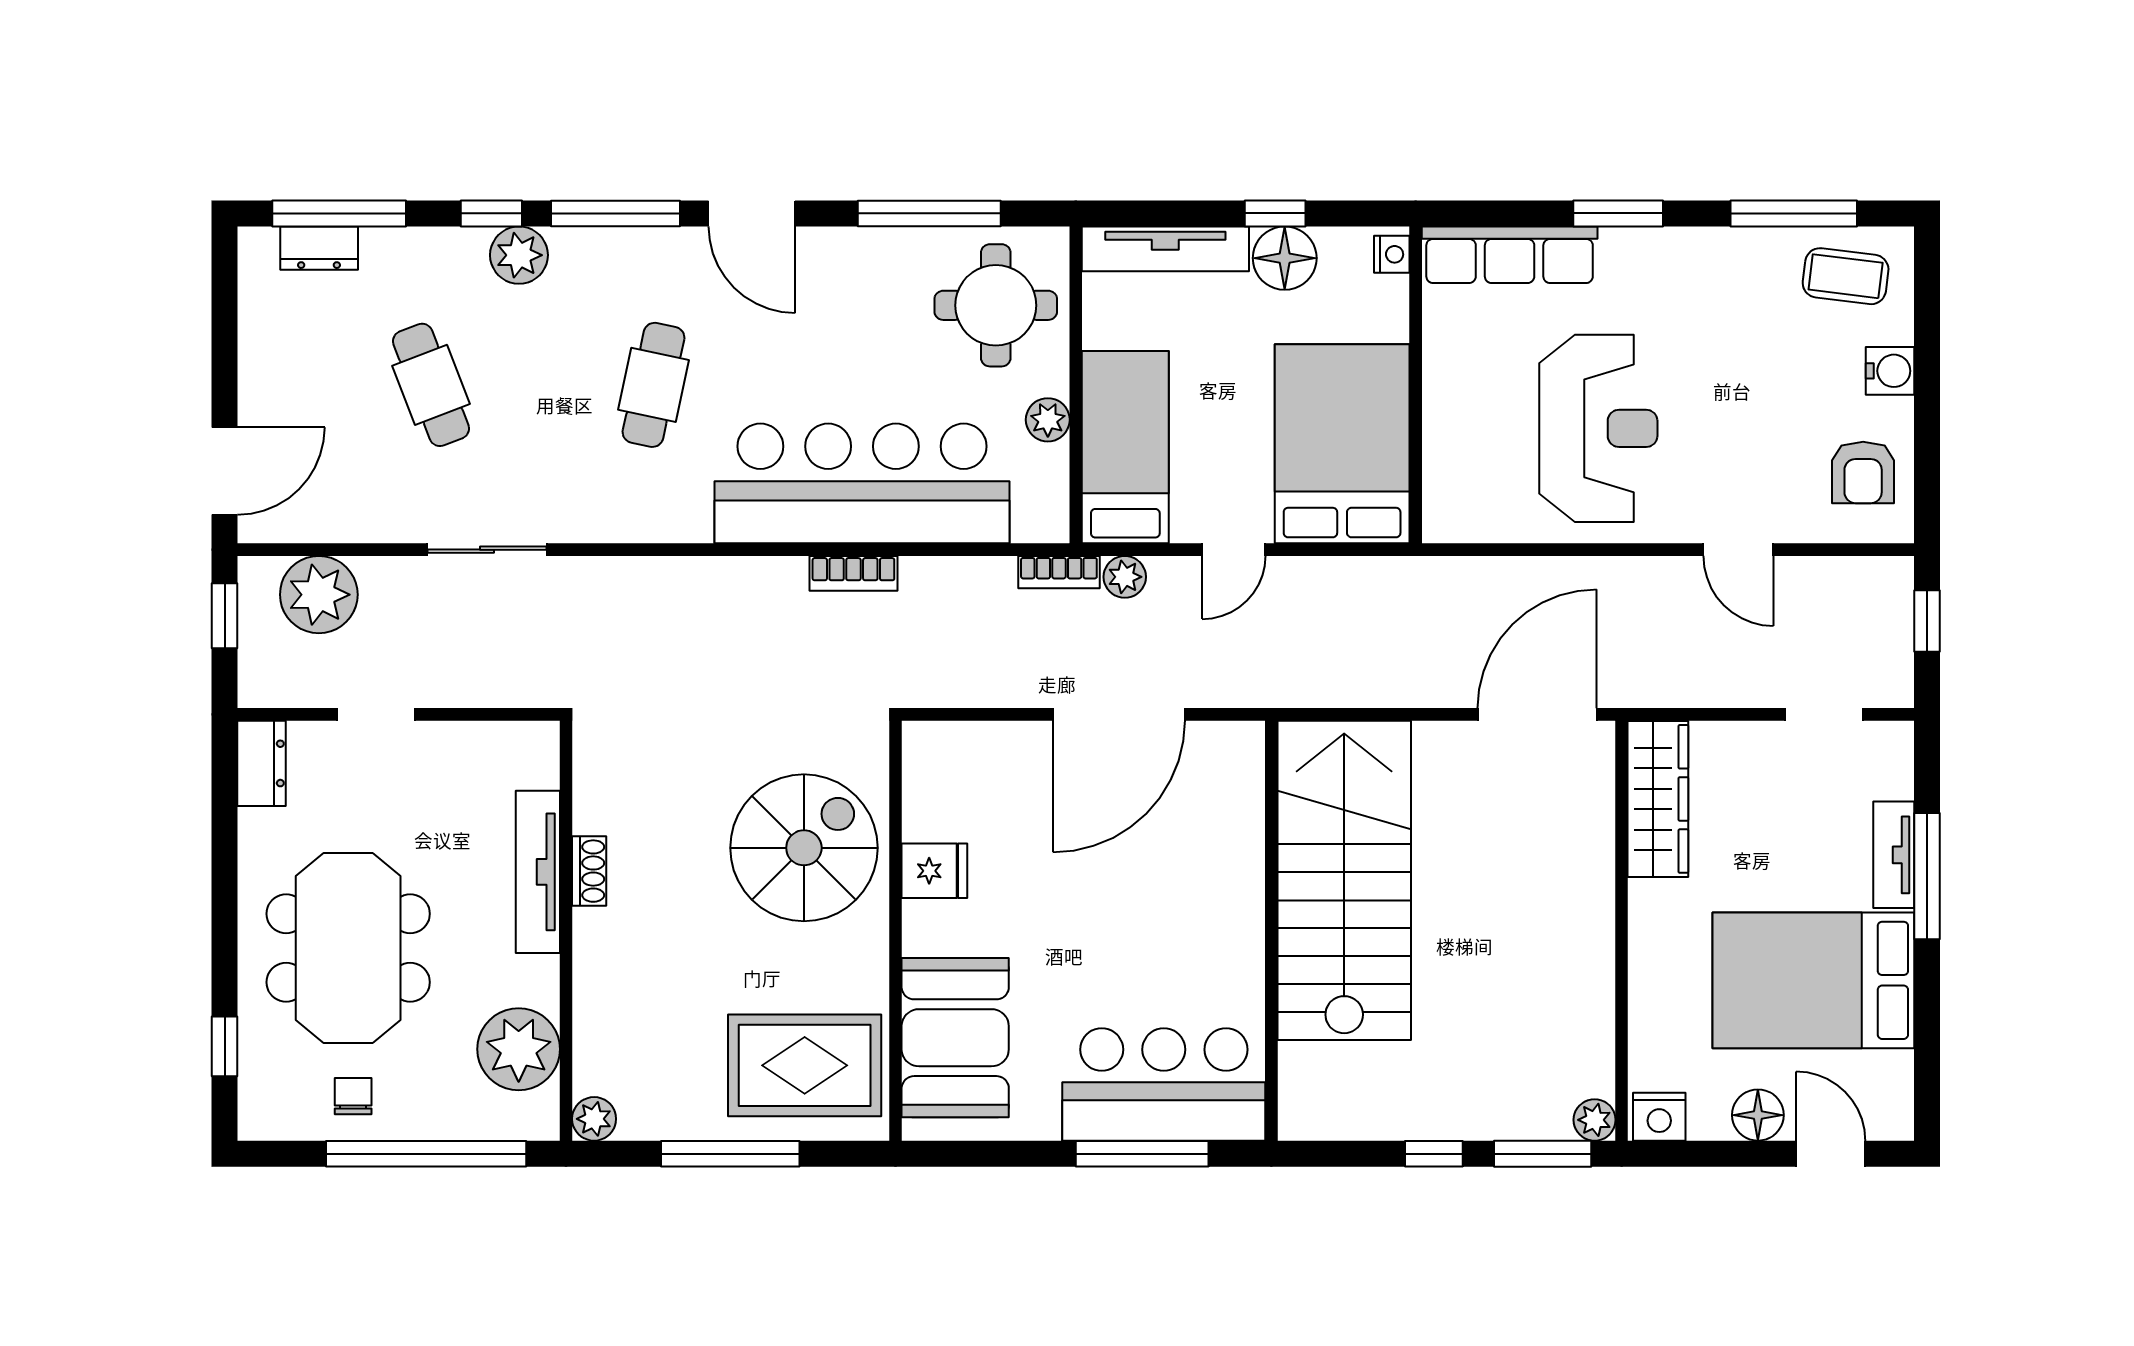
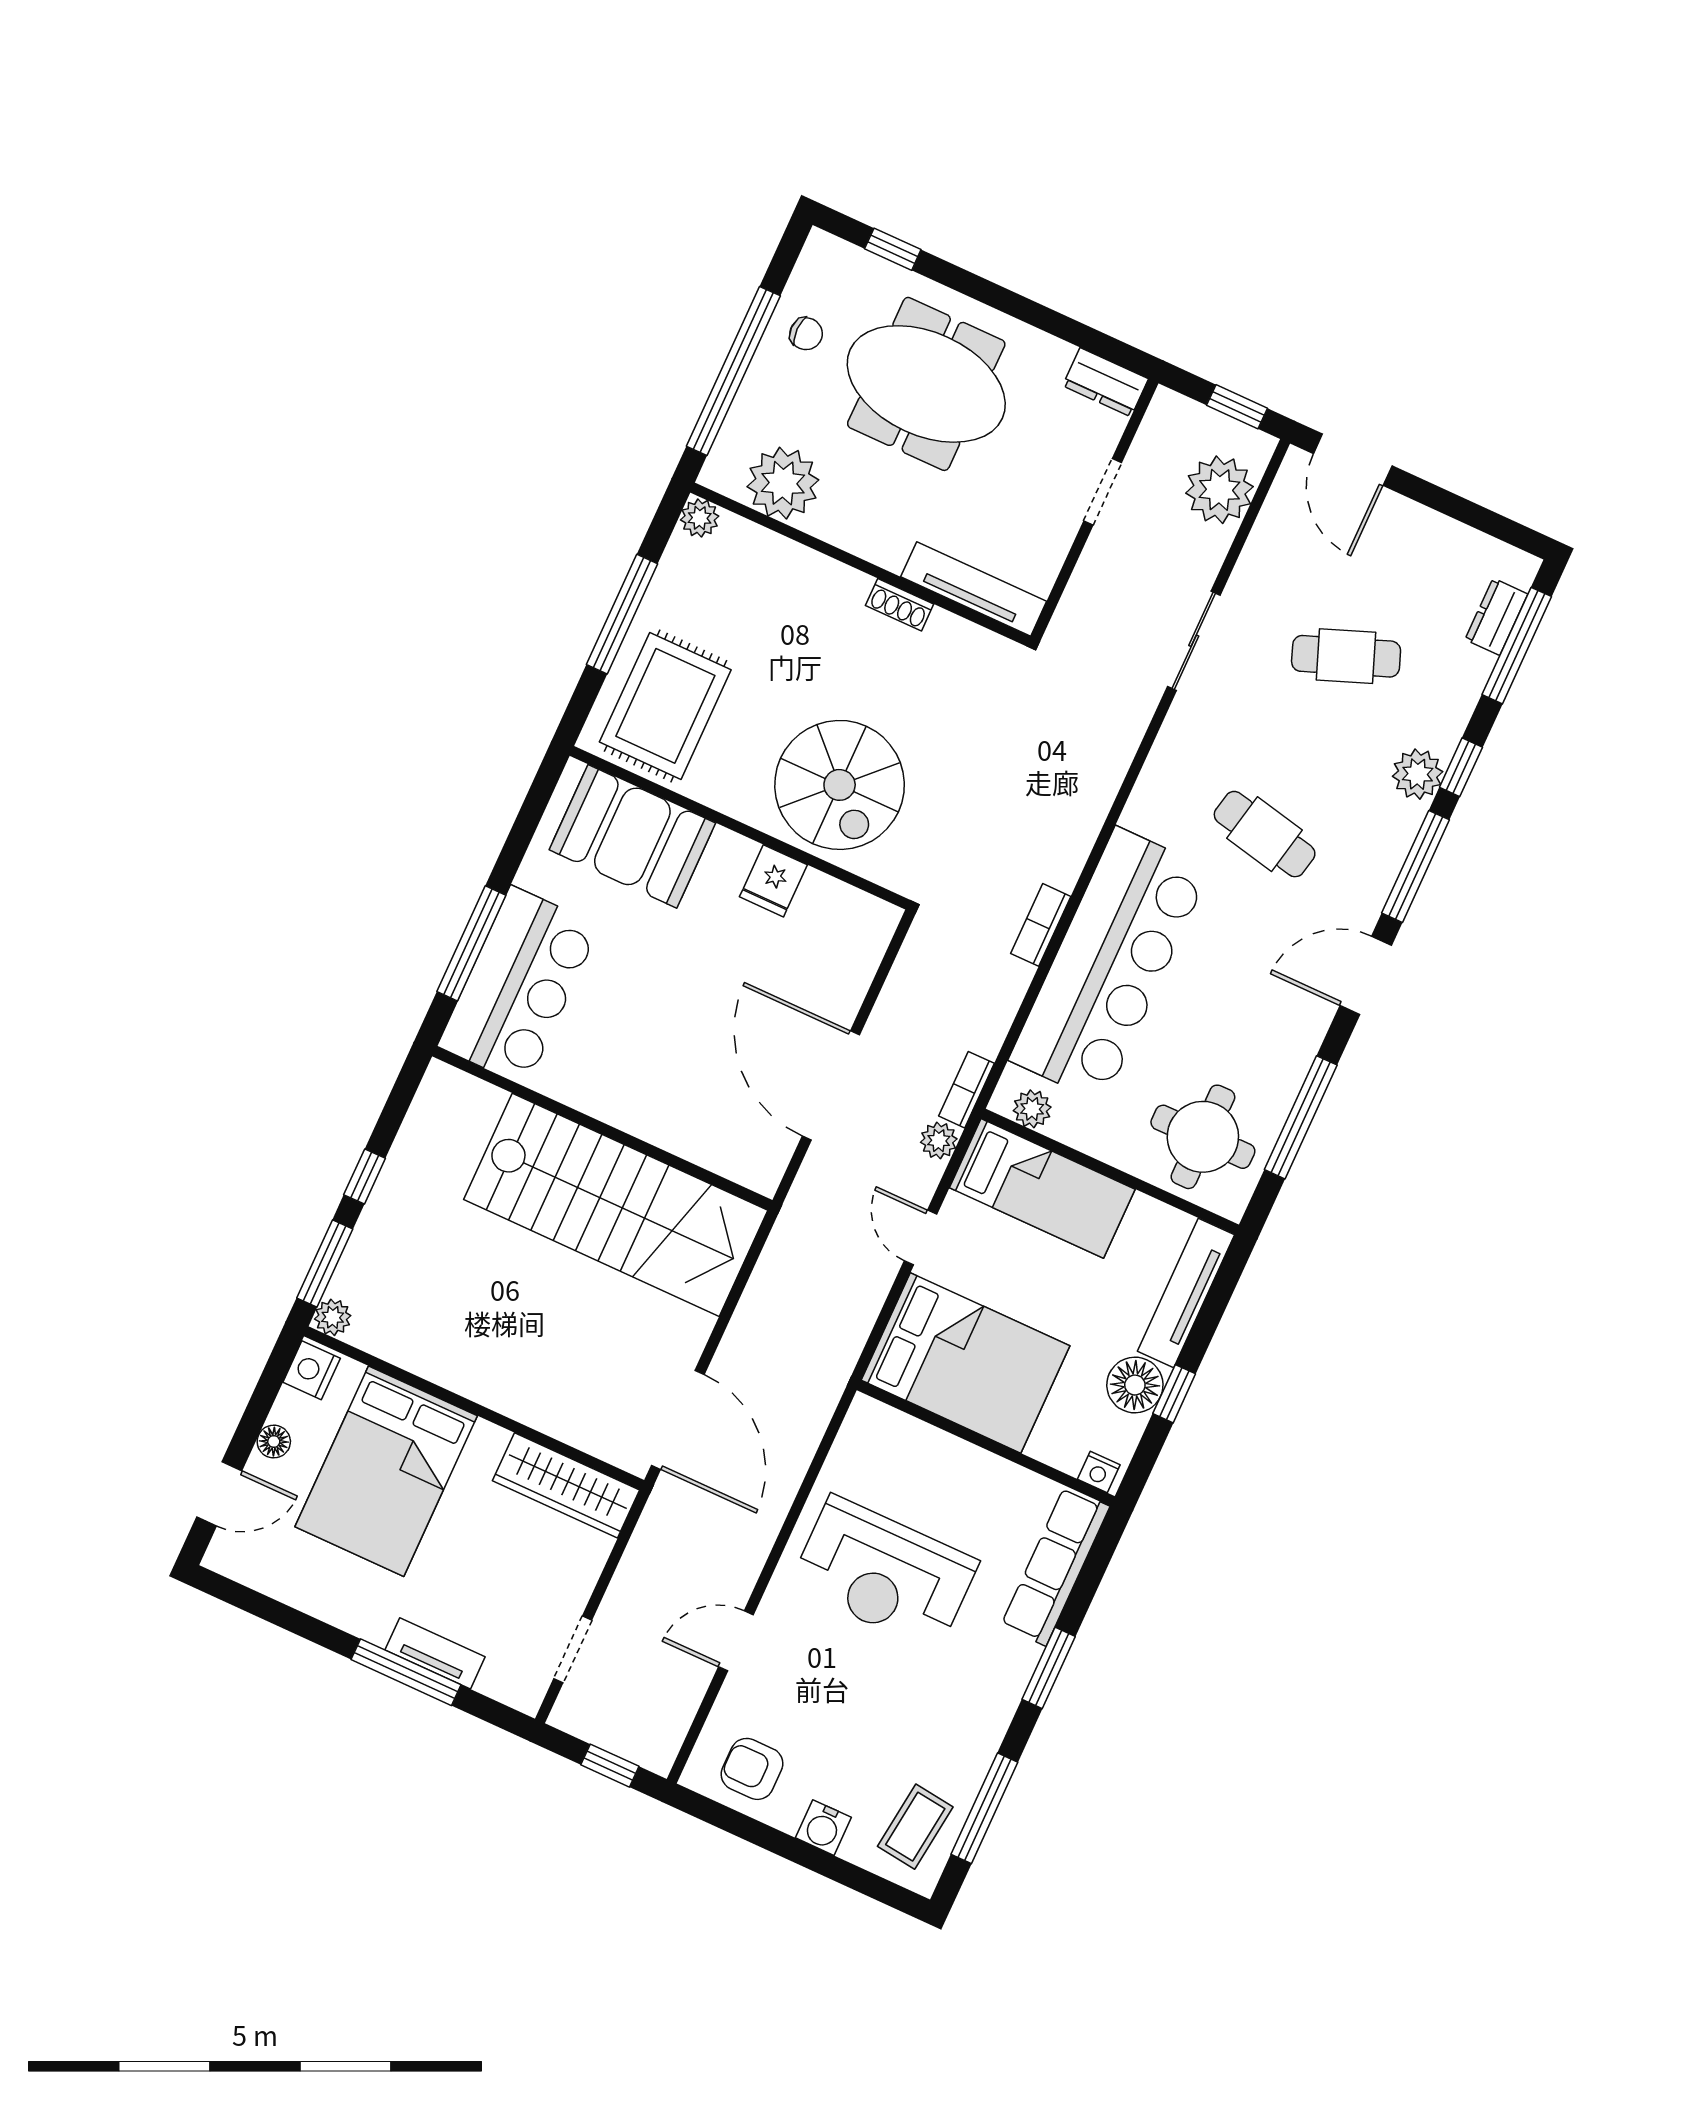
plant: (1048, 420) -> (1032, 1109), moved
tv unit: (538, 872) -> (974, 589), moved
bed: (1813, 980) -> (386, 1471), moved, turned 180
floor lamp: (1758, 1115) -> (274, 1442), width x0.73, depth x0.73

